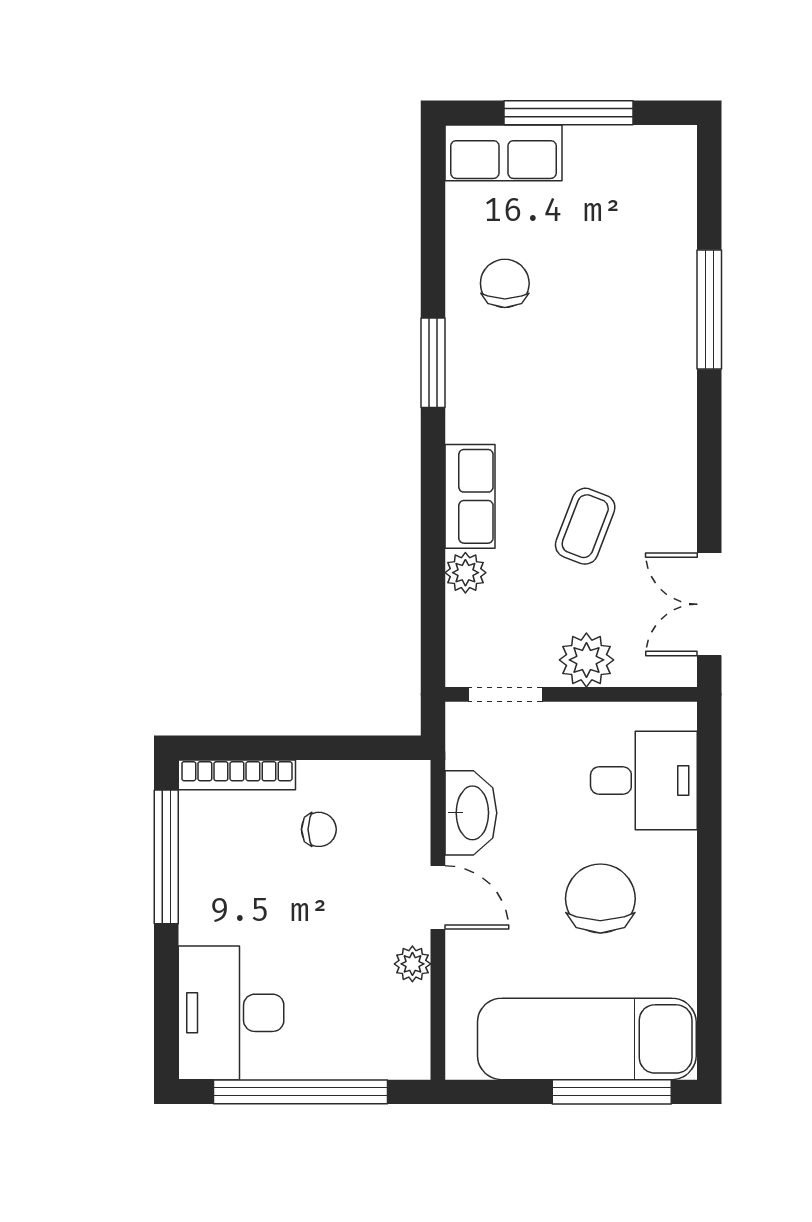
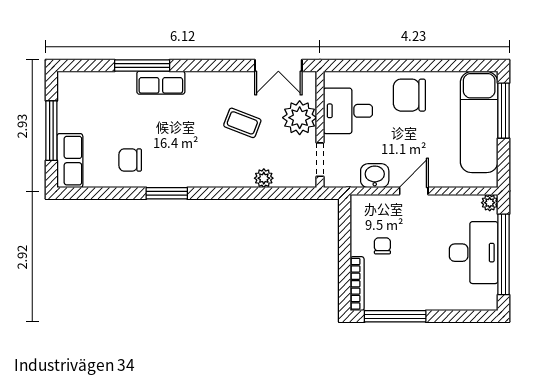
row of seats: (470, 496) -> (161, 83), moved, turned 180
plant: (586, 660) -> (300, 118), width x1.36, depth x1.36
desk: (644, 780) -> (348, 111), moved, turned -90
washbasin: (471, 813) -> (375, 176), width x0.72
chair: (600, 899) -> (409, 95), moved
plant: (412, 964) -> (490, 203), moved
desk: (231, 1013) -> (474, 253), moved, turned -90

